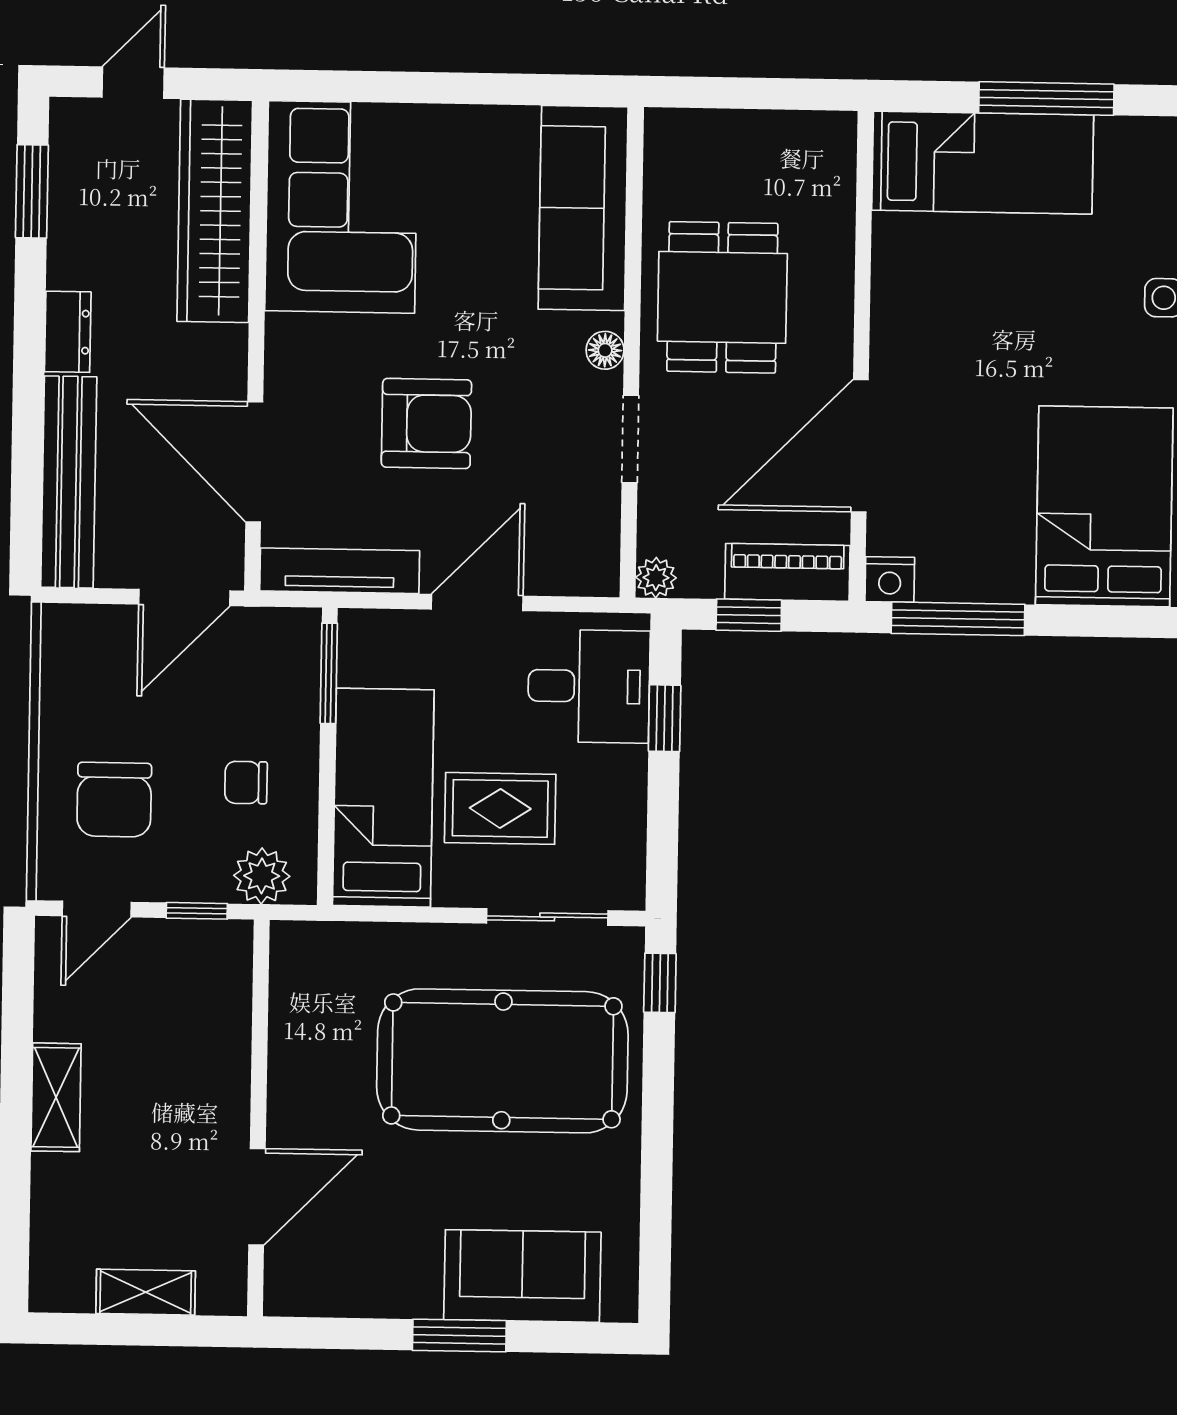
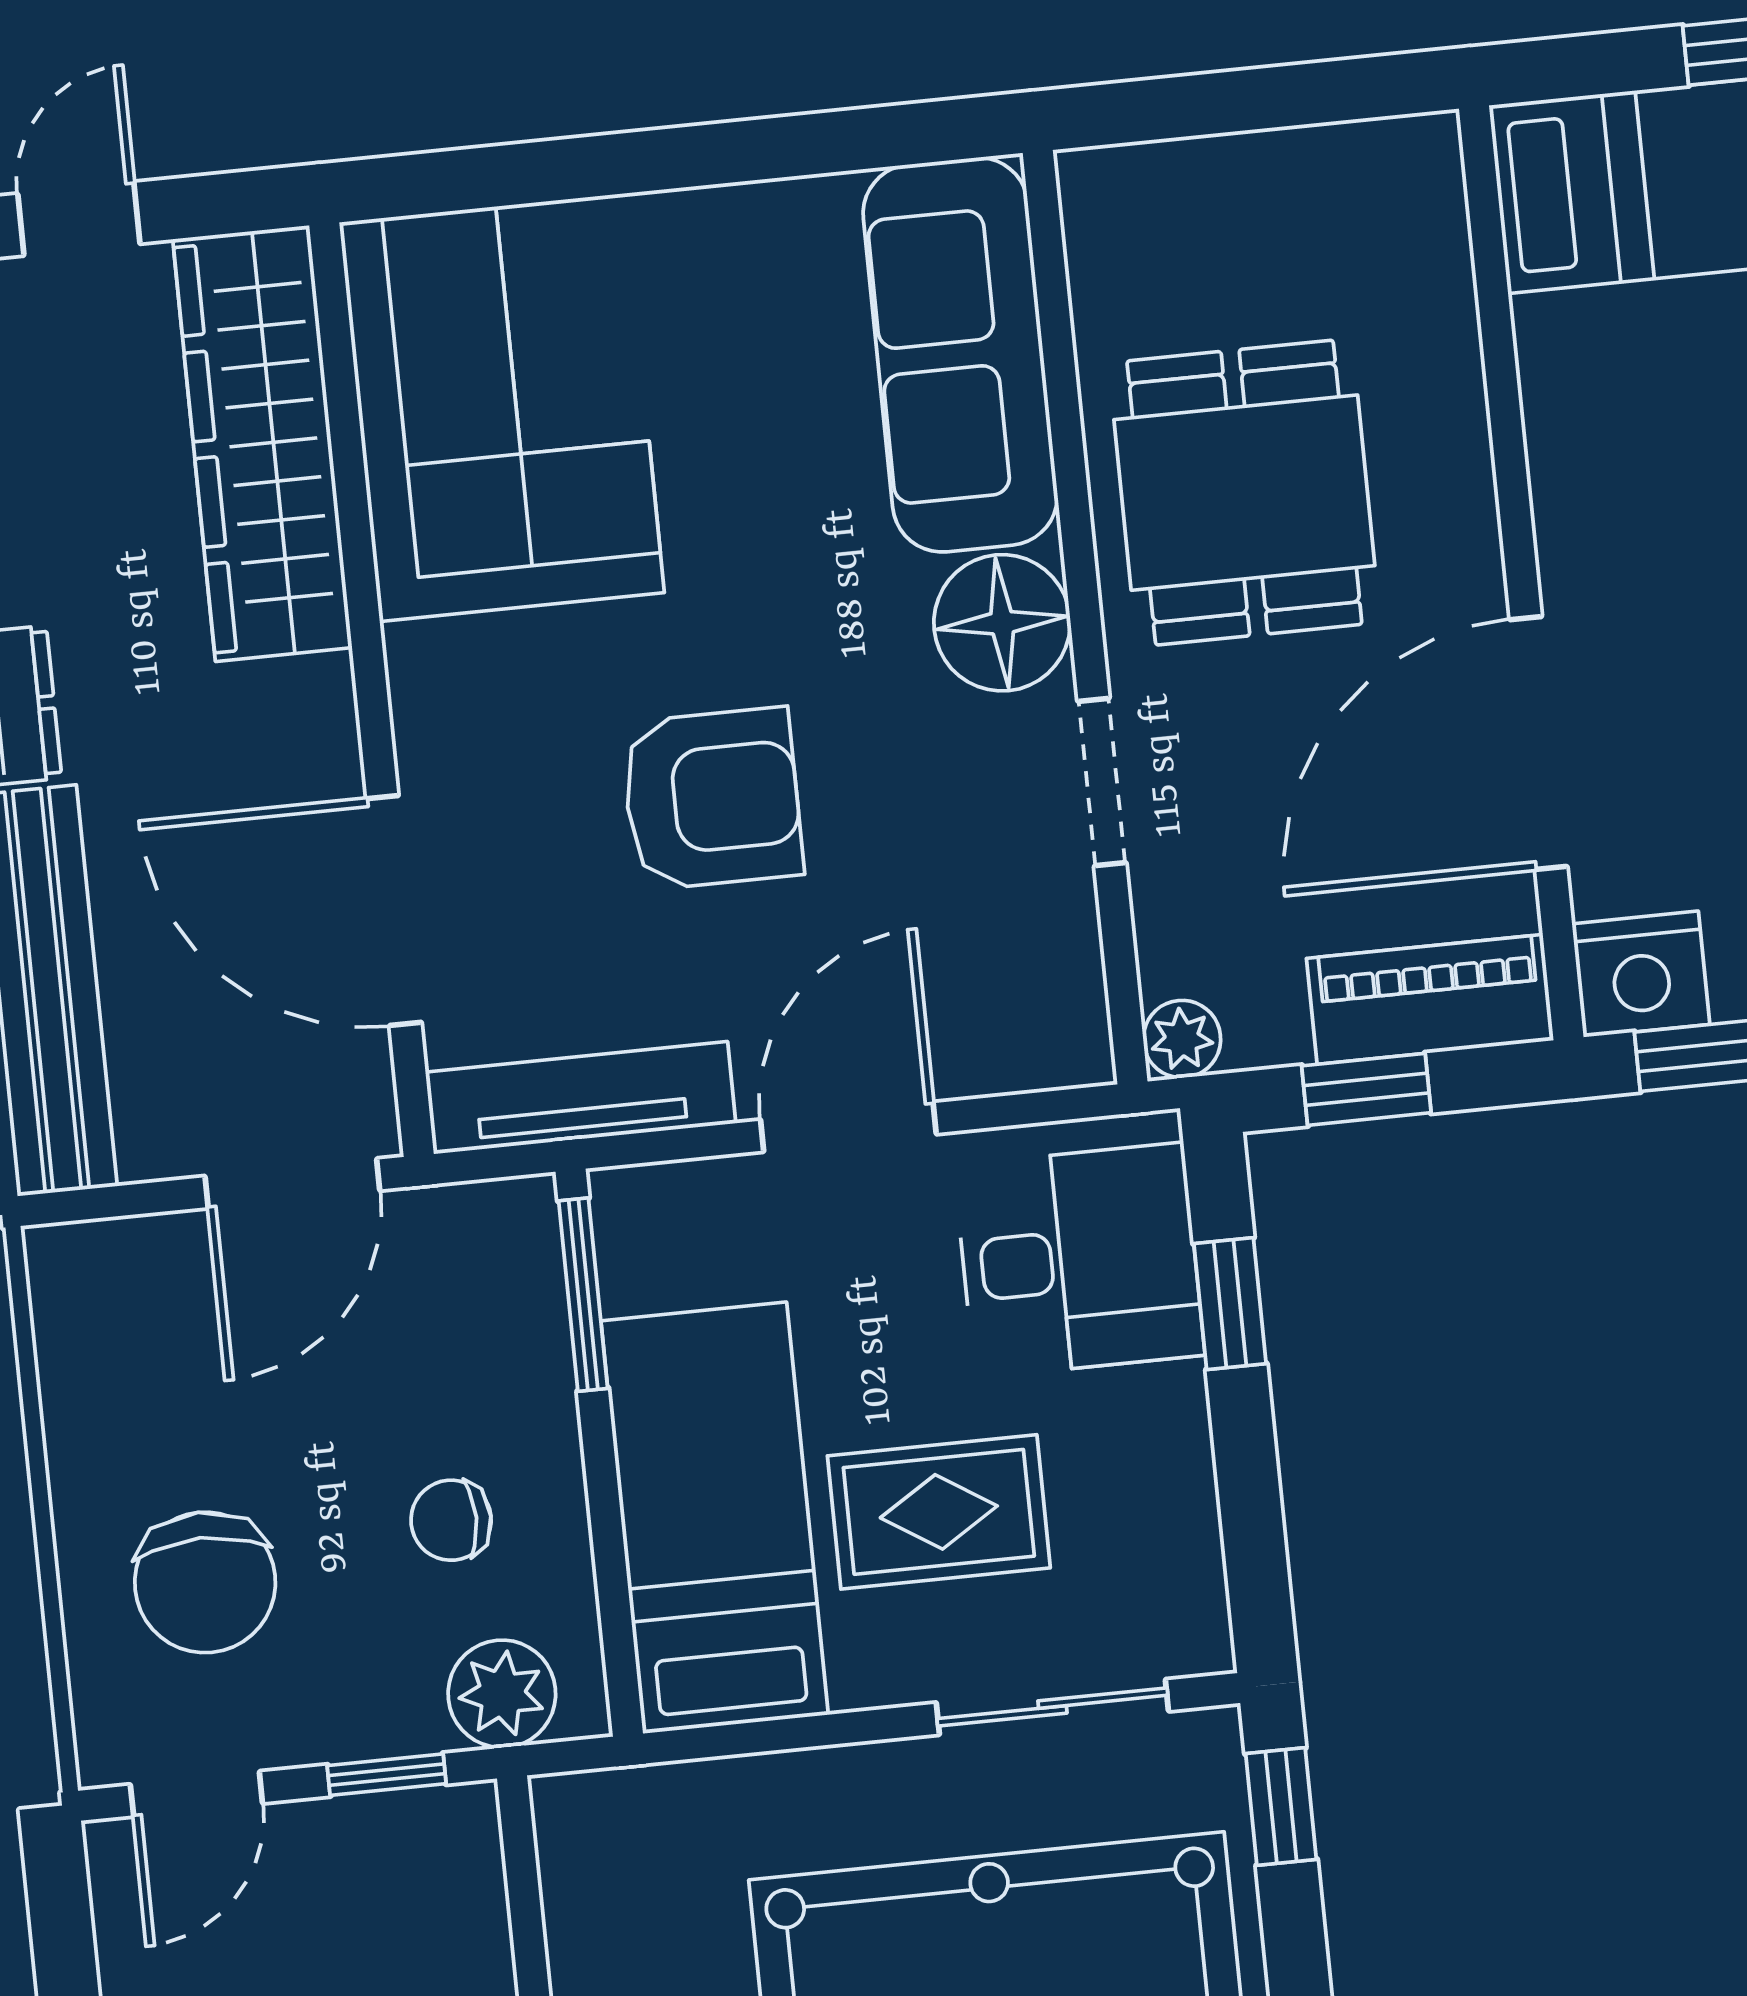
floor lamp: (605, 350) -> (1002, 623), width x1.89, depth x1.89
nightstand: (890, 579) -> (1641, 974), width x1.36, depth x1.33

